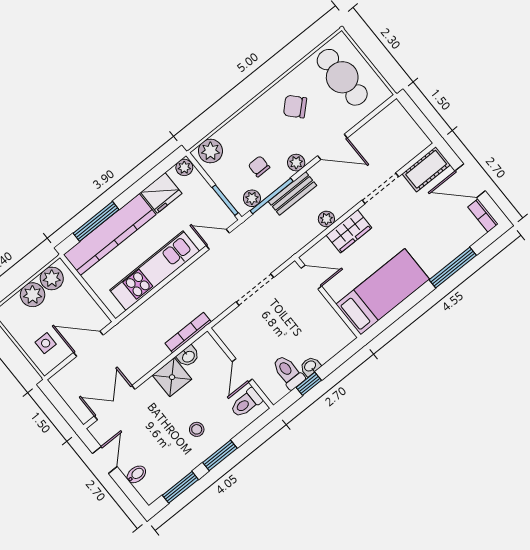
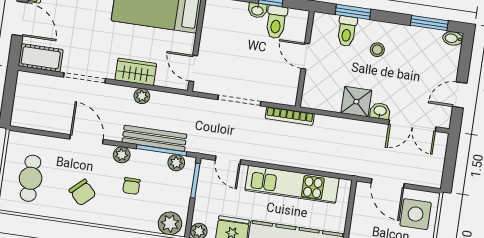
cafe table: (342, 77) -> (31, 178), width x0.73, depth x0.74
chair: (259, 166) -> (131, 186), moved
bench: (293, 193) -> (154, 138), width x1.36
bookcase: (188, 333) -> (290, 116), moved
side table: (46, 343) -> (416, 214), width x1.87, depth x1.87
washbasin: (188, 356) -> (380, 111), moved
door: (242, 370) -> (305, 56), swing flipped
toilet: (246, 403) -> (347, 31), moved, turned 90
window: (220, 455) -> (353, 12), moved
bidet: (136, 474) -> (453, 38), moved

